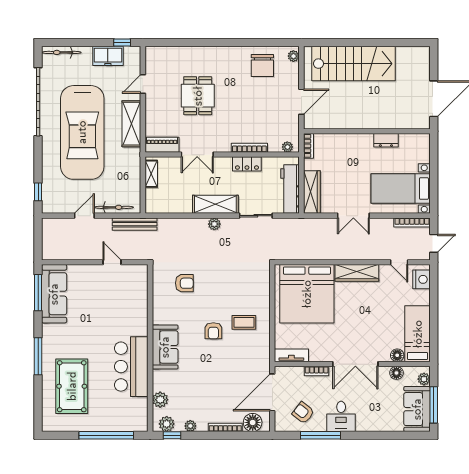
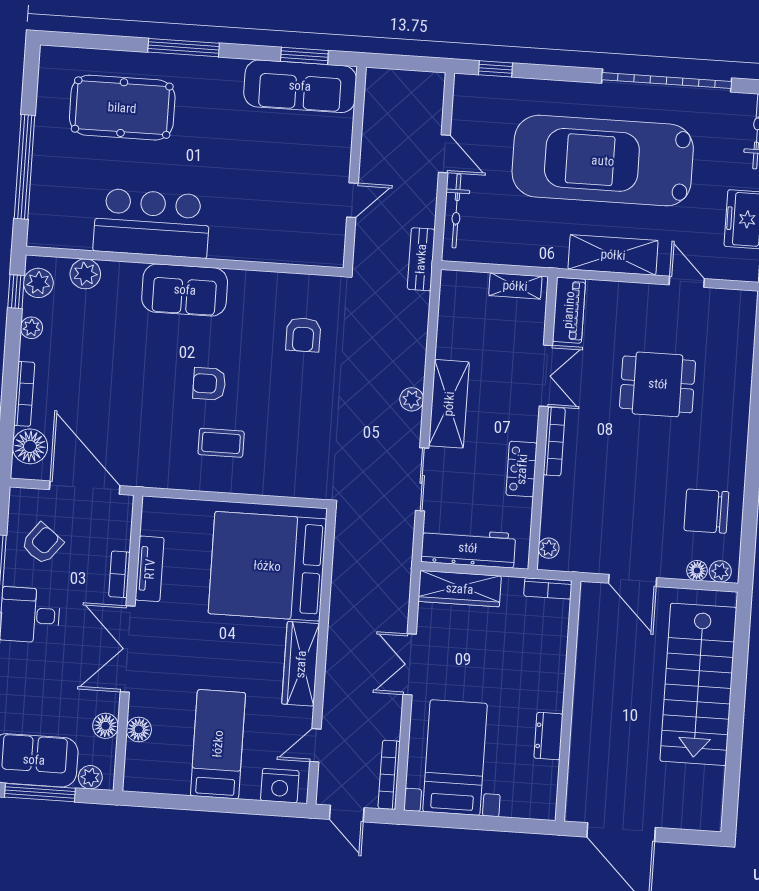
floor lamp: (294, 68) -> (697, 571), added
bookcase: (249, 148) -> (554, 442), moved
double door: (197, 155) -> (546, 376), swing flipped
bench: (135, 224) -> (421, 259), width x0.73
window: (38, 293) -> (304, 56), width x0.69
coffee table: (244, 322) -> (221, 443), turned 90
bed: (418, 334) -> (218, 744), moved, turned -90
tv unit: (291, 355) -> (150, 569), moved

